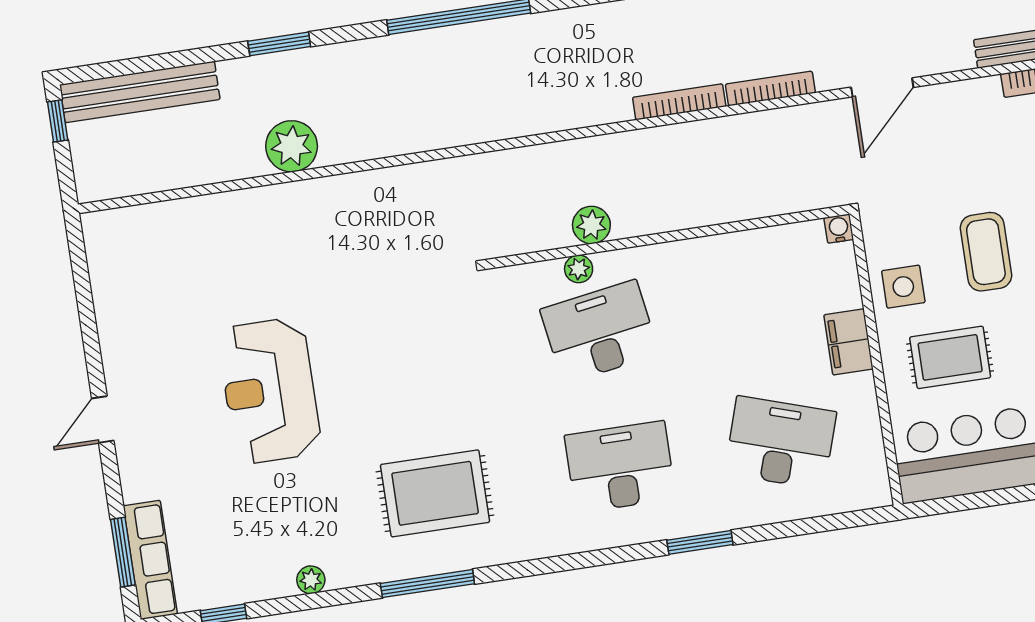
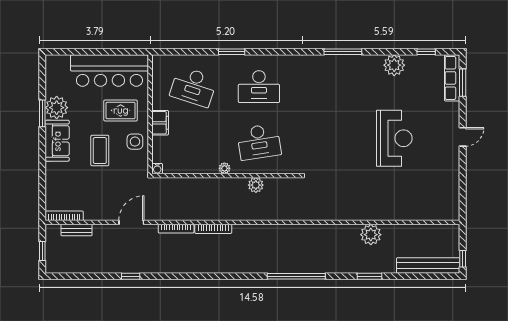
plant: (579, 269) -> (224, 168), moved
rug: (435, 493) -> (334, 87), removed
plant: (311, 580) -> (394, 65), width x1.88, depth x1.88

